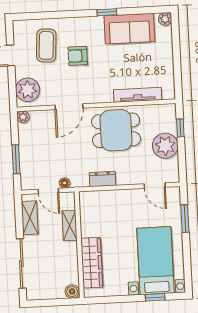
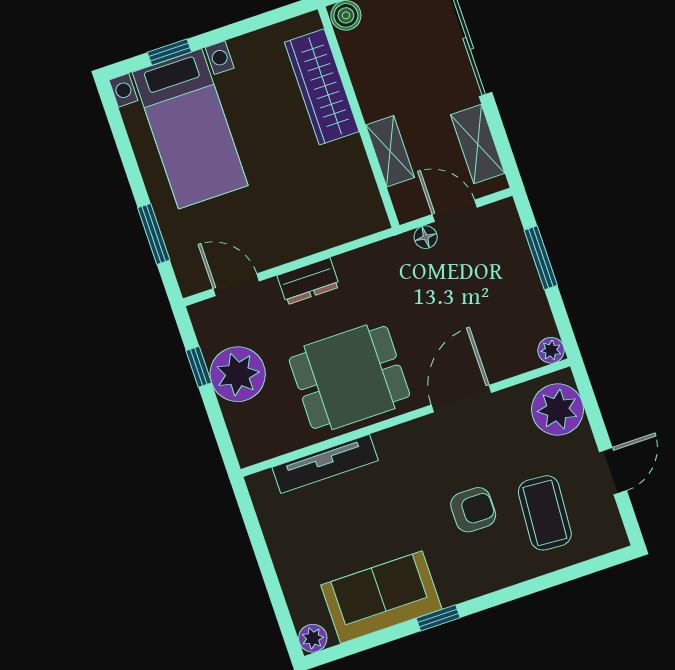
window: (180, 128) -> (199, 367), moved
dresser: (103, 179) -> (308, 281), moved

